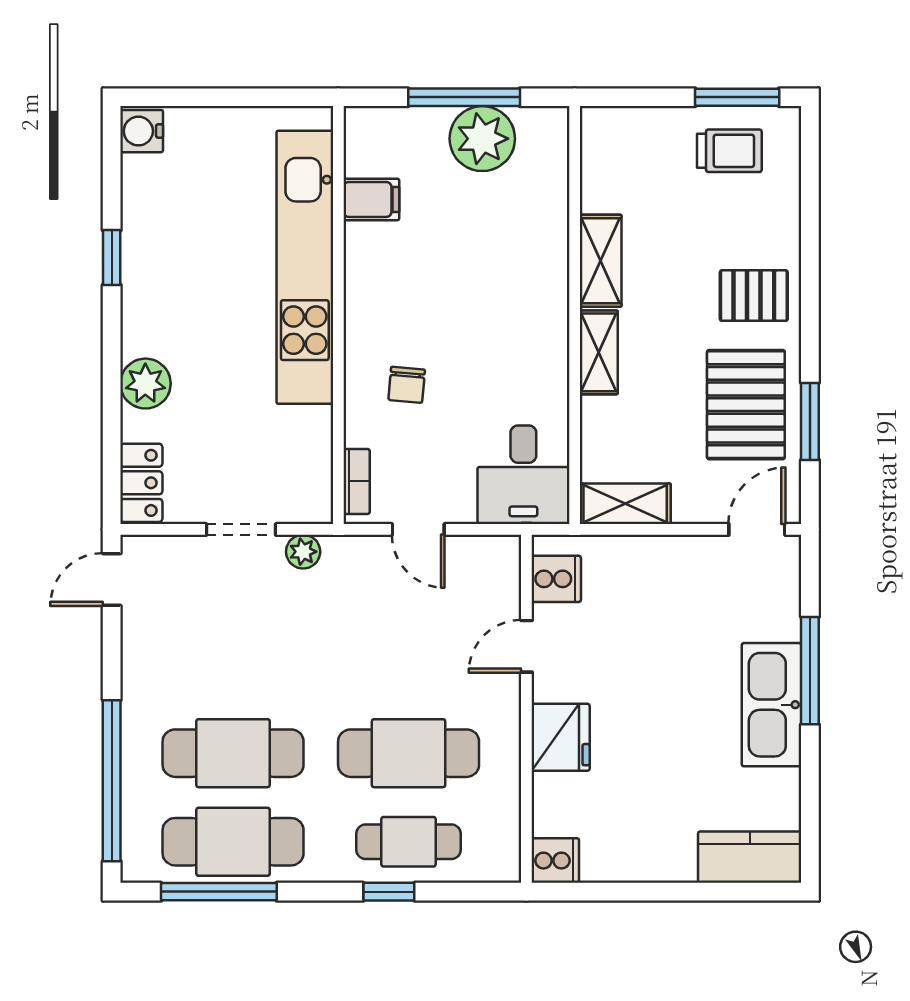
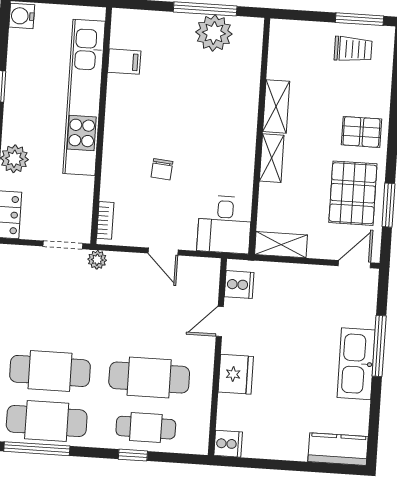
filing cabinet: (371, 199) -> (124, 62), moved
kitchen unit: (305, 267) -> (84, 97), moved
wall: (338, 315) -> (101, 126), moved
bookcase: (357, 481) -> (105, 220), moved

